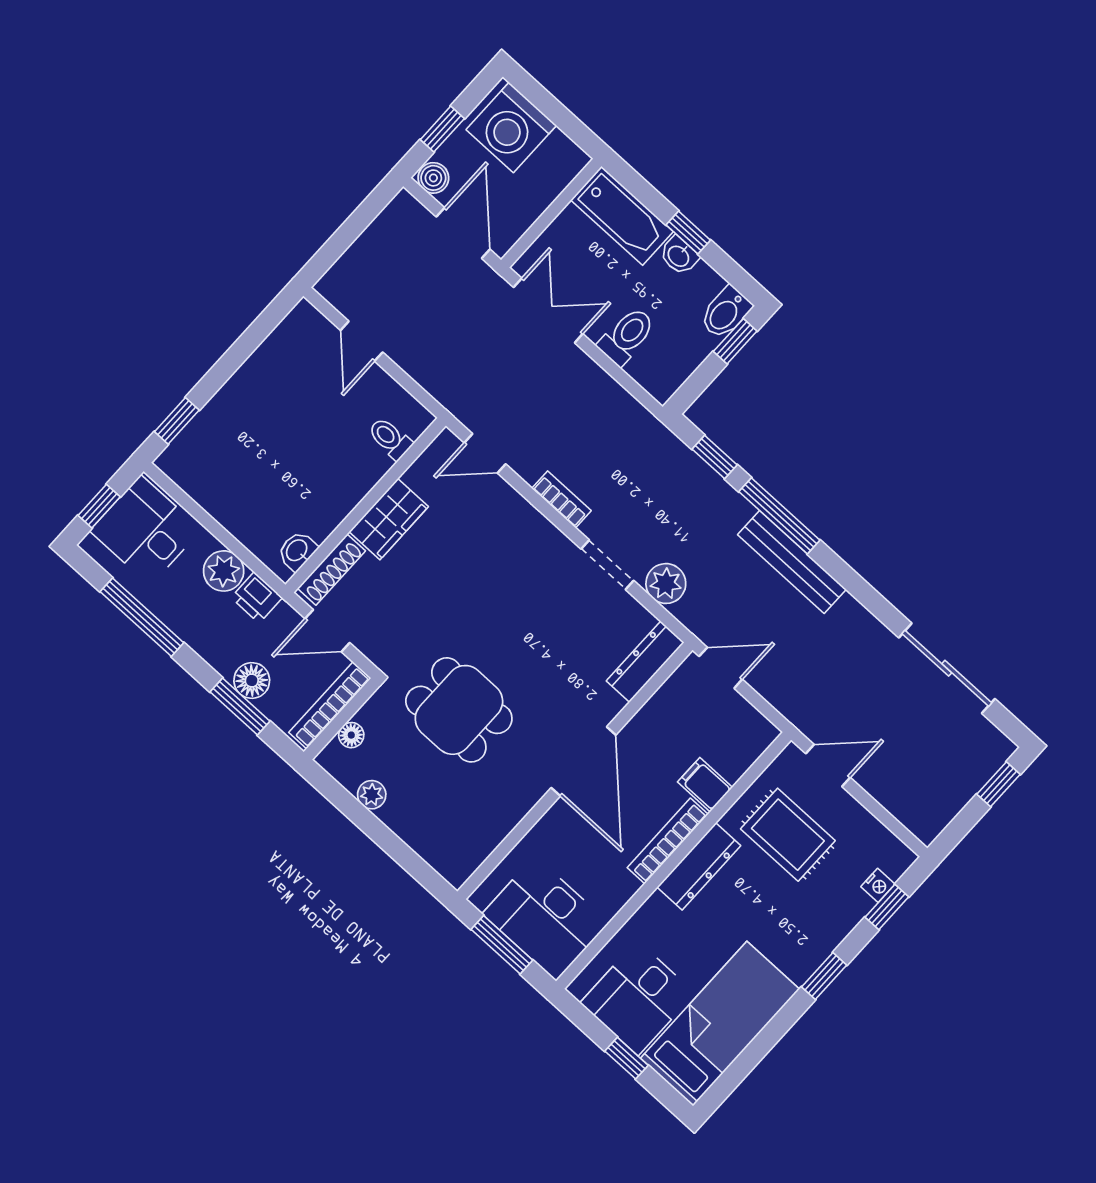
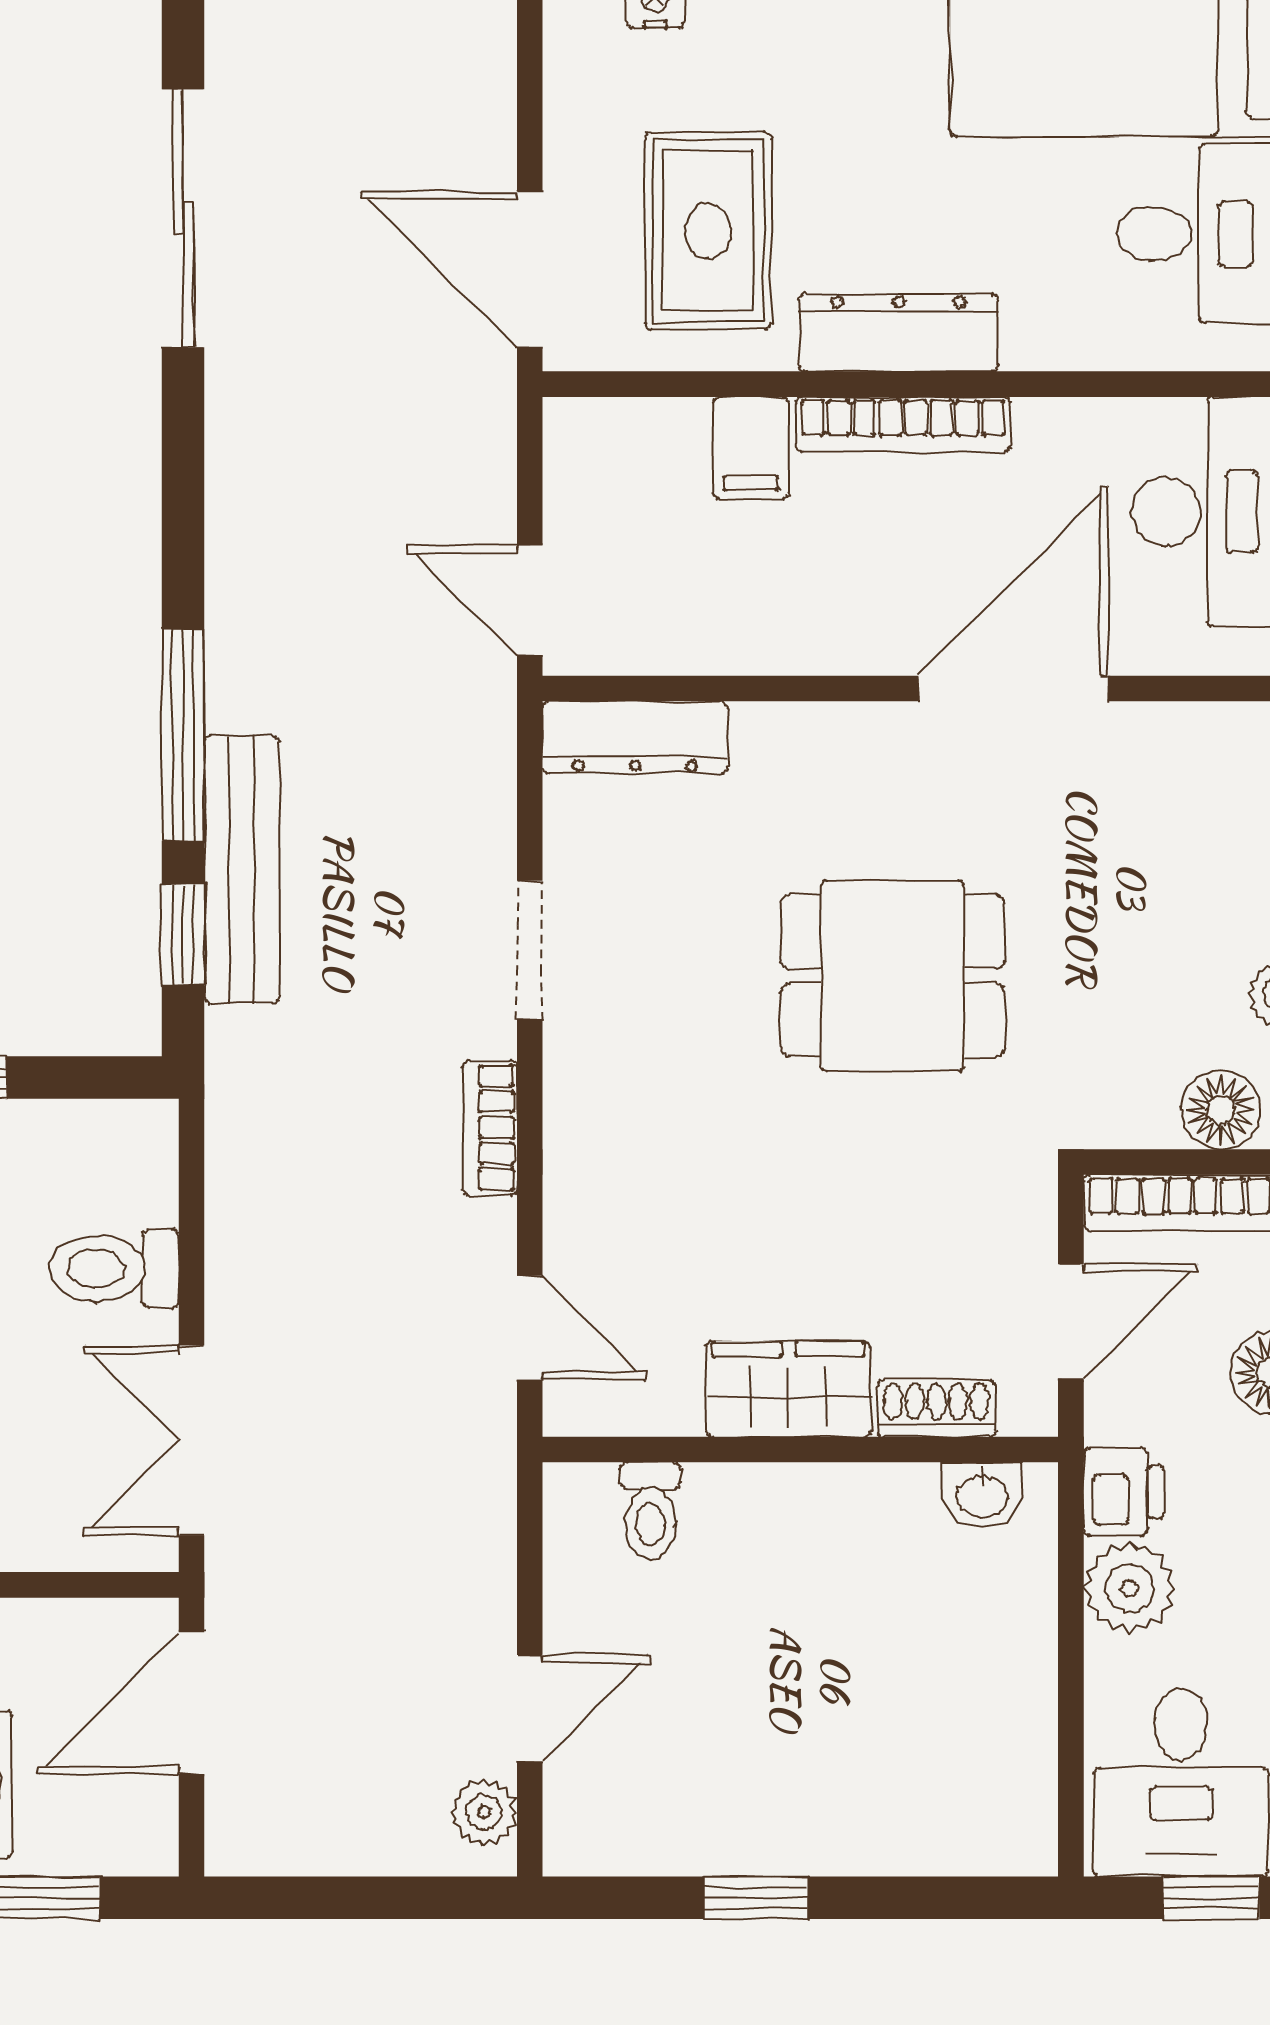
boiler: (433, 178) -> (144, 1838), removed
window: (177, 421) -> (755, 1898), moved
bench: (792, 562) -> (242, 870), moved
shoe rack: (331, 570) -> (936, 1408), width x0.70
plant: (666, 584) -> (484, 1812), moved, width x0.73, depth x0.73
door: (327, 631) -> (1071, 1321), hinge flipped
dining table: (459, 710) -> (893, 976), moved, turned 90
floor lamp: (351, 735) -> (1221, 1110), width x1.37, depth x1.37
door: (583, 761) -> (1013, 689), moved
door: (828, 765) -> (530, 270), width x1.38

